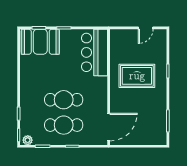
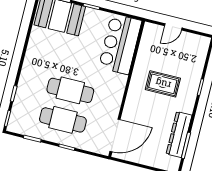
door: (146, 28) -> (173, 27), moved
rug: (137, 76) -> (163, 84), width x0.73, depth x0.70
dresser: (160, 113) -> (179, 135), added
plant: (28, 140) -> (16, 127), removed

